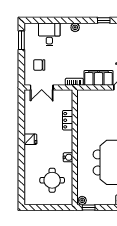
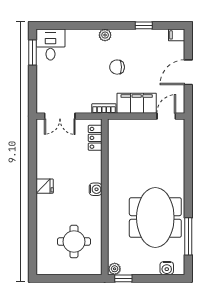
desk: (49, 34) -> (50, 45), moved
chair: (39, 65) -> (117, 67), moved
locker: (68, 120) -> (95, 138), moved
water cooler: (68, 157) -> (96, 189), moved

